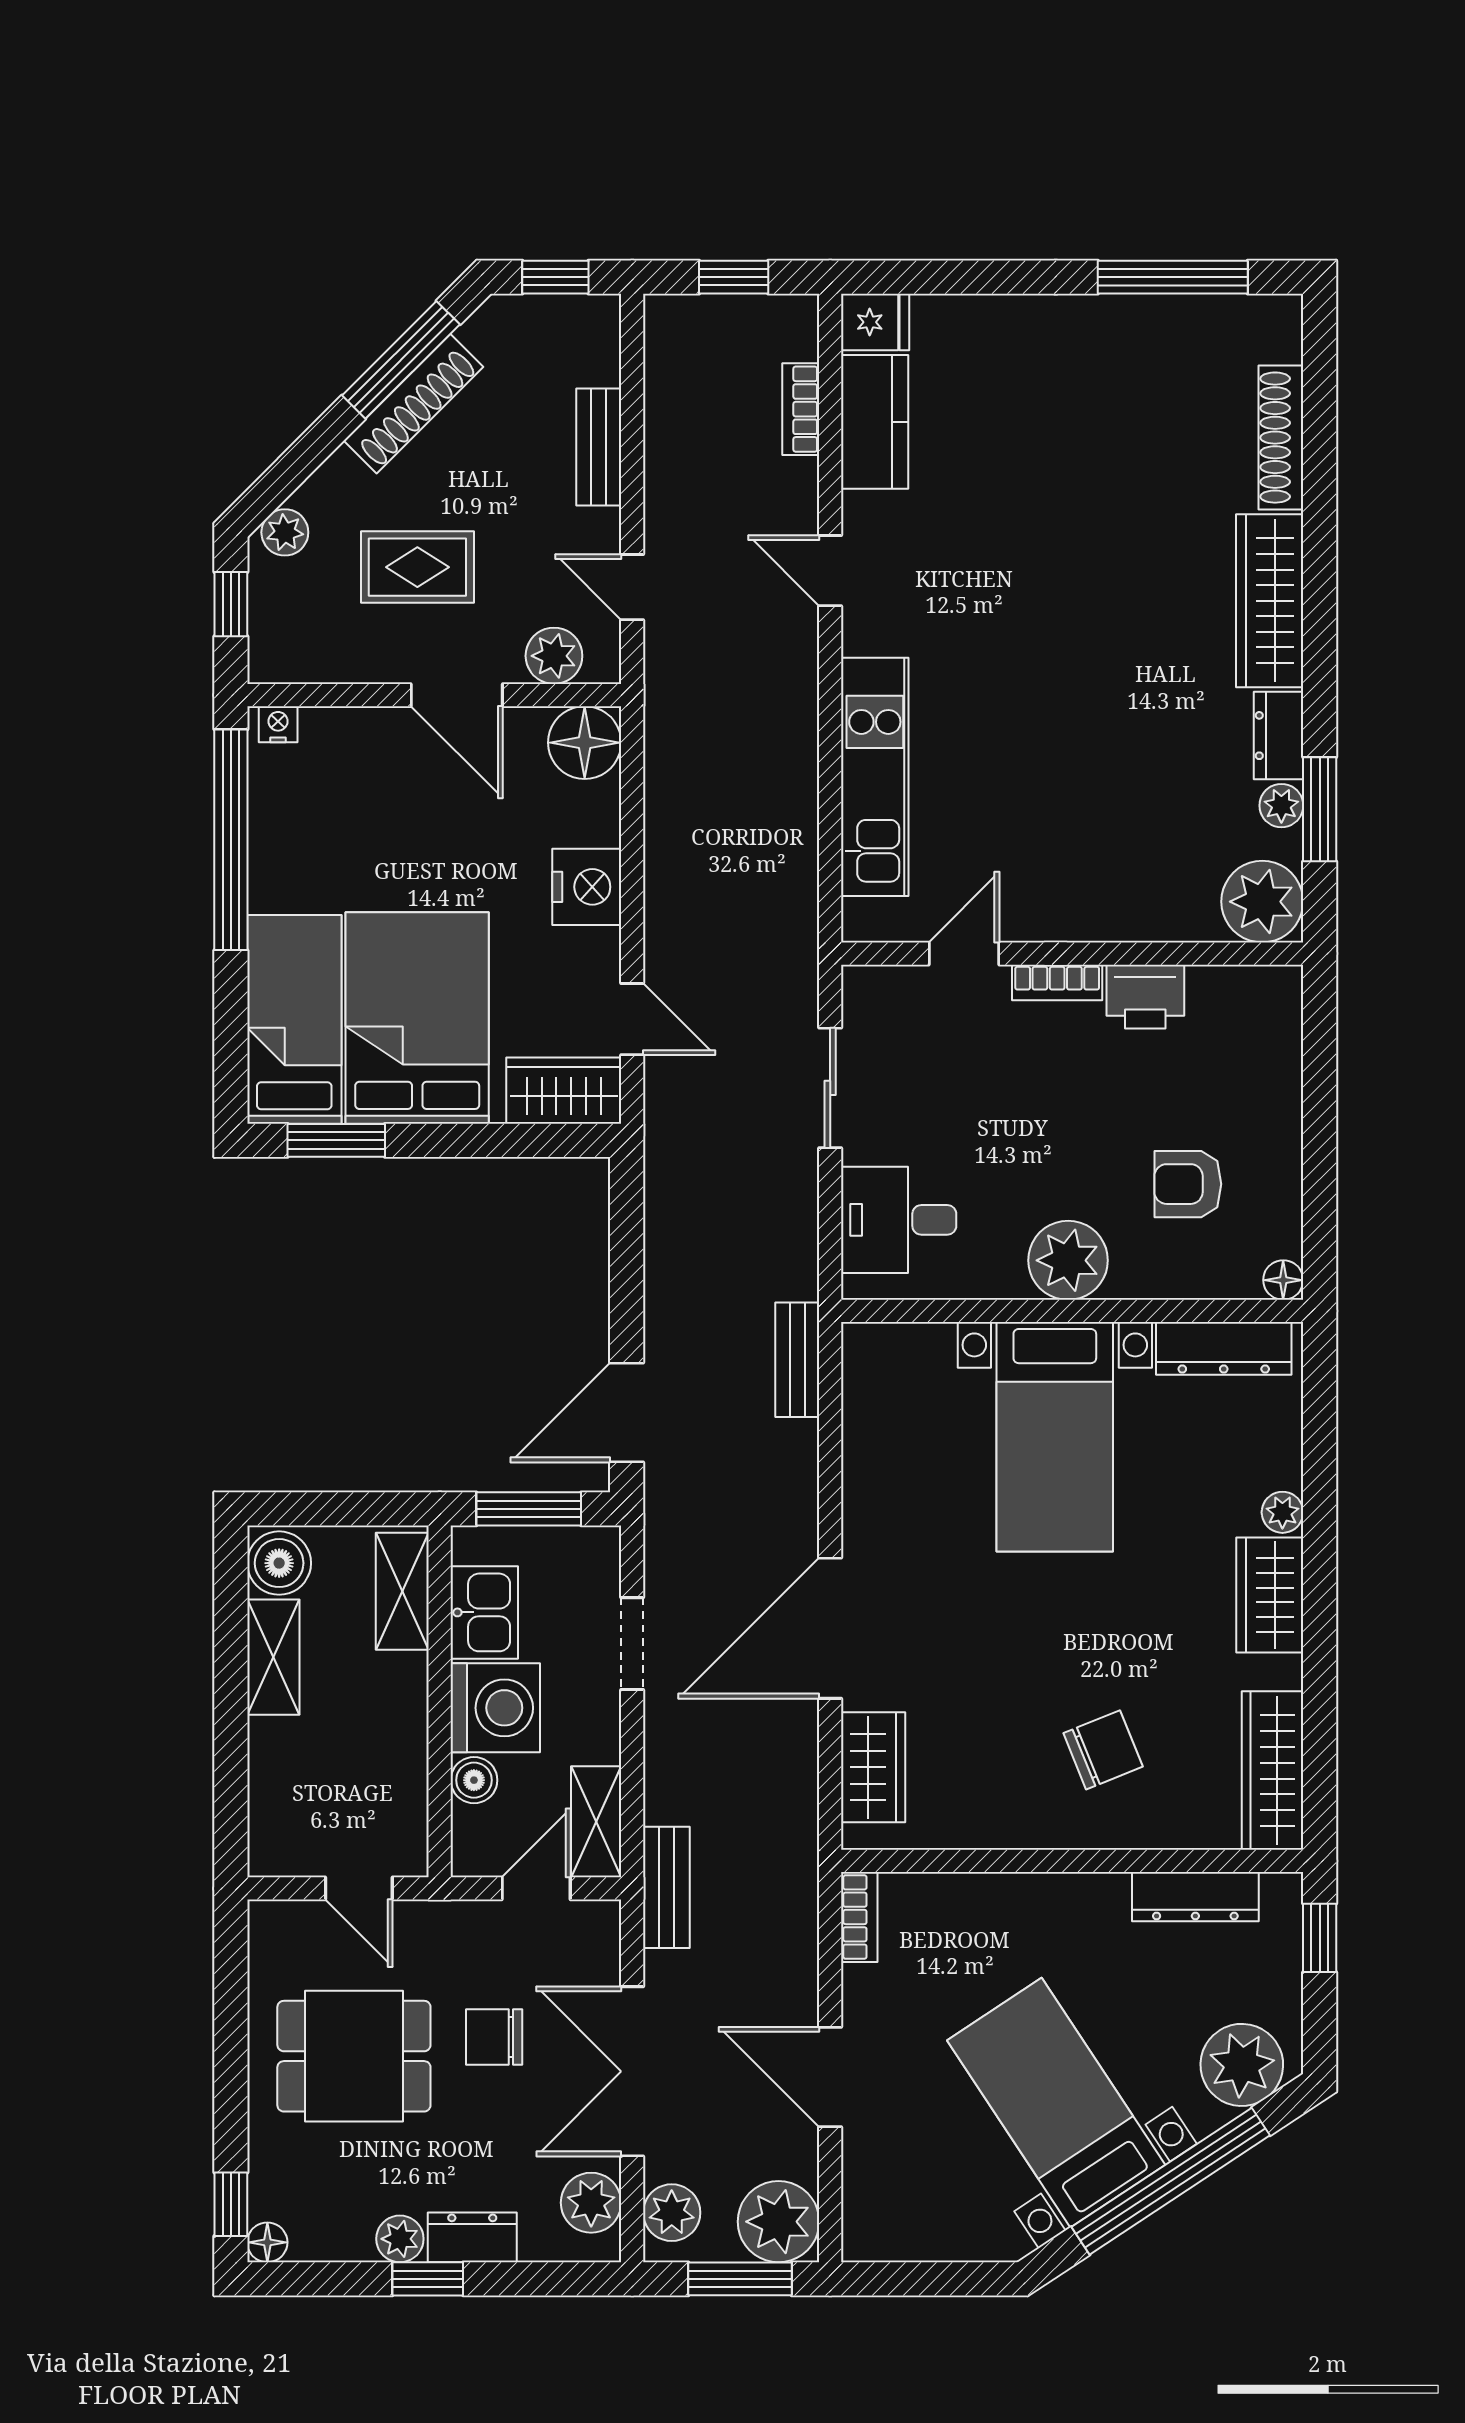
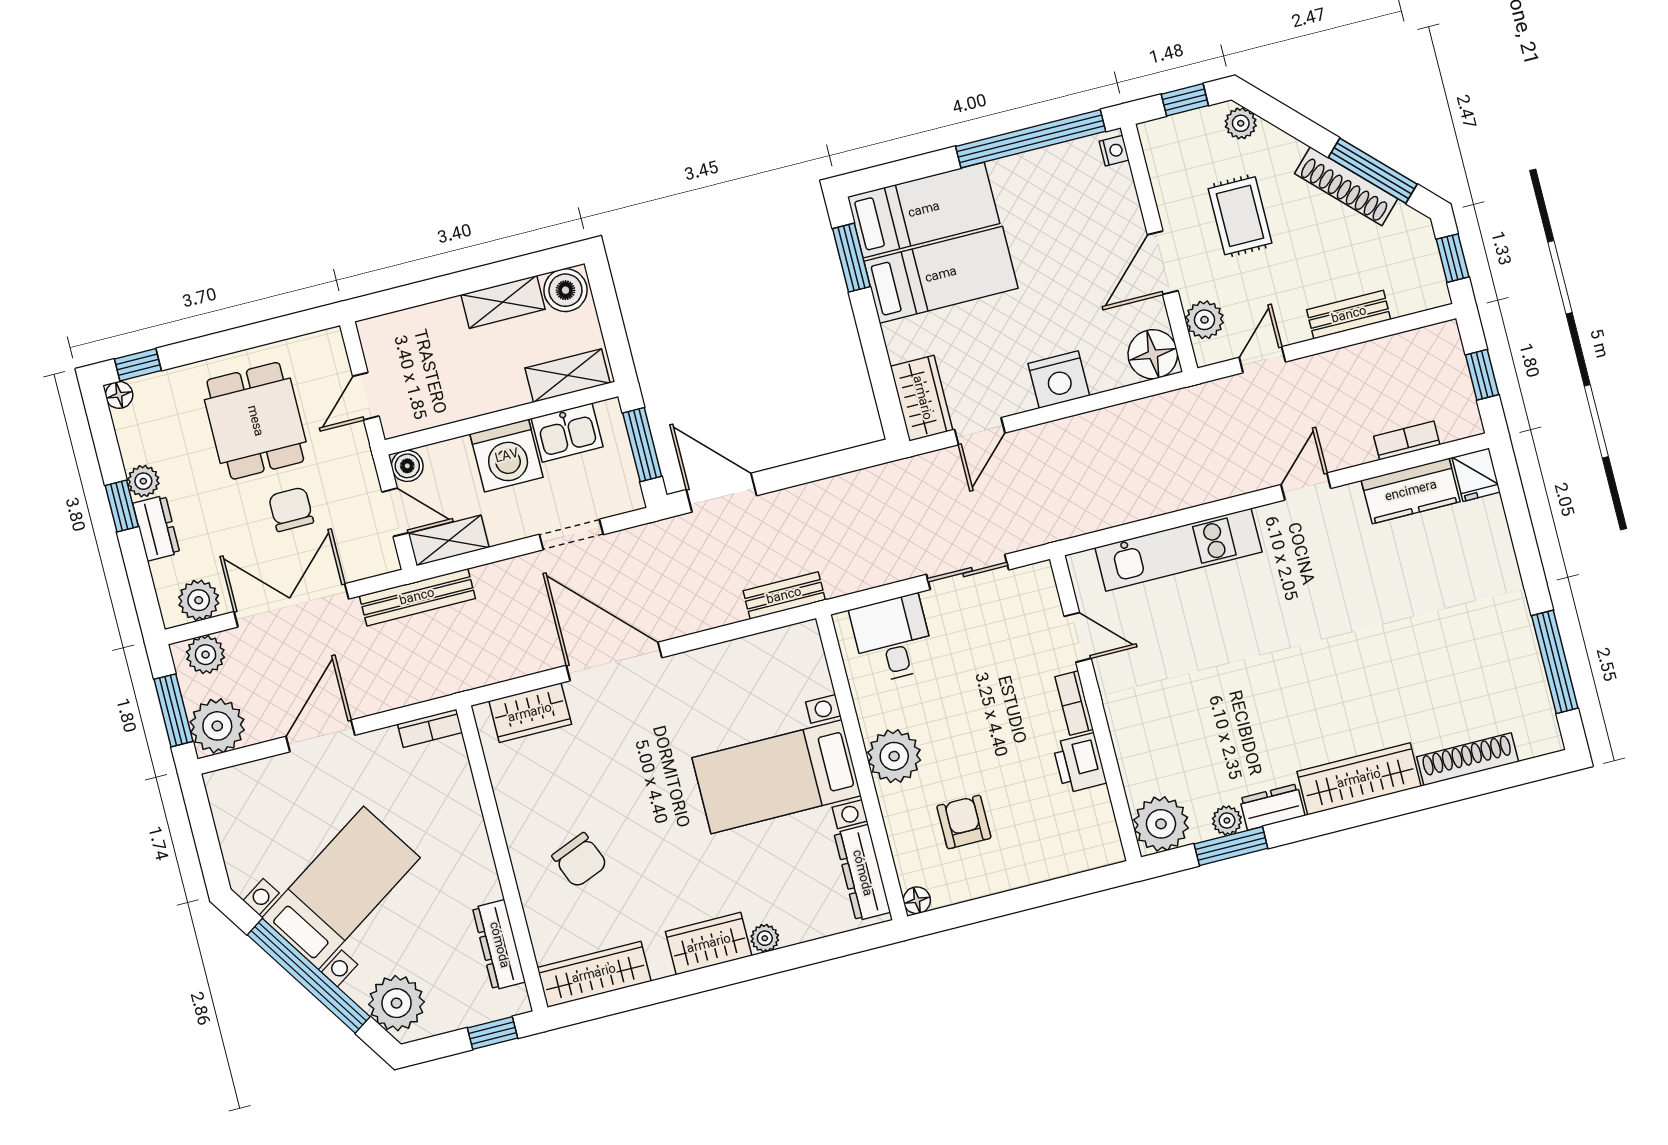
bed: (417, 1018) -> (941, 275), width x0.67
boiler: (474, 1780) -> (407, 466), moved
bench: (666, 1887) -> (417, 597), width x1.36

